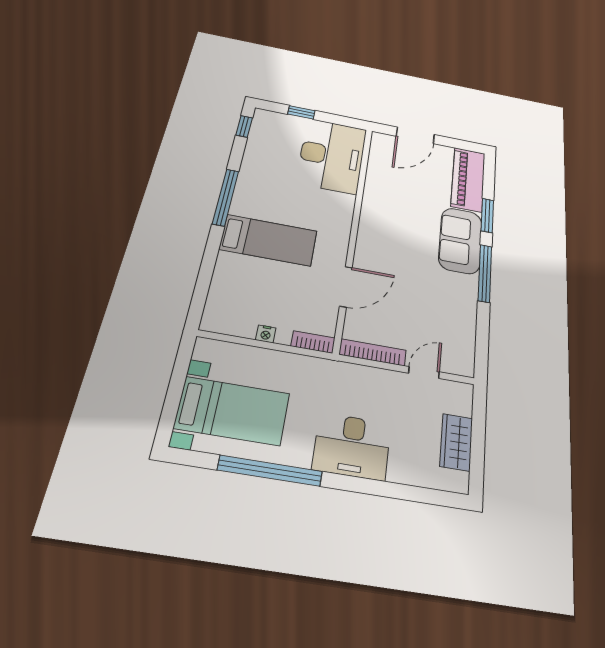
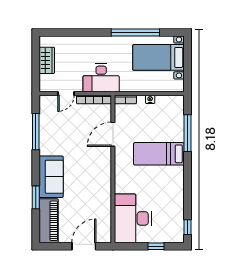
window: (226, 197) -> (187, 133), moved
window: (485, 273) -> (36, 132), moved
desk: (352, 446) -> (101, 78), moved, turned 180

